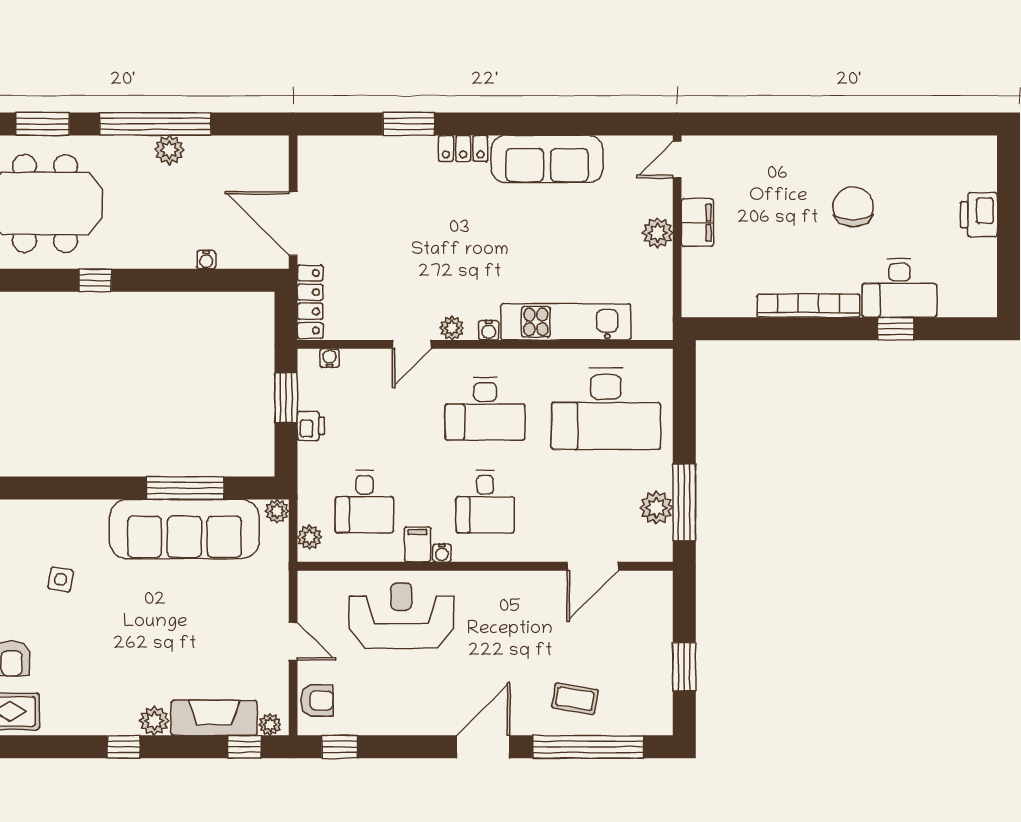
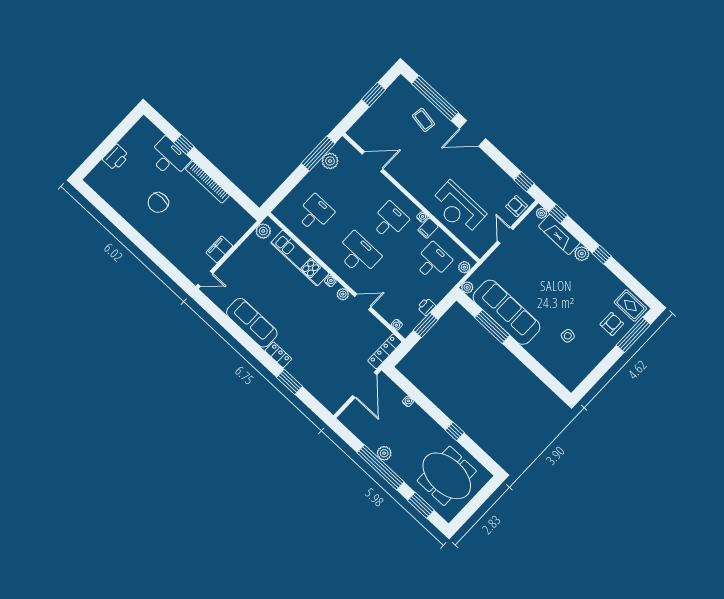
plant: (658, 233) -> (263, 231), moved
desk: (606, 409) -> (315, 213), width x0.53, depth x0.77

